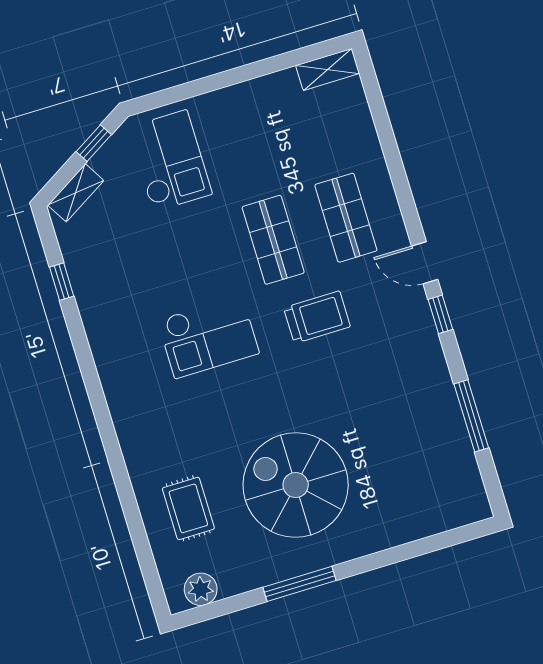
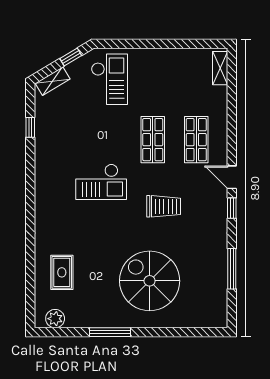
shelving: (328, 69) -> (220, 68), moved, turned 90
trolley: (317, 317) -> (164, 206), moved
spiral stairs: (296, 485) -> (150, 281), moved

